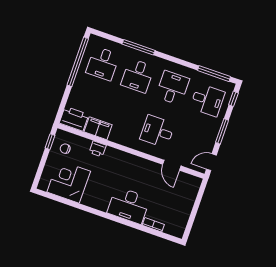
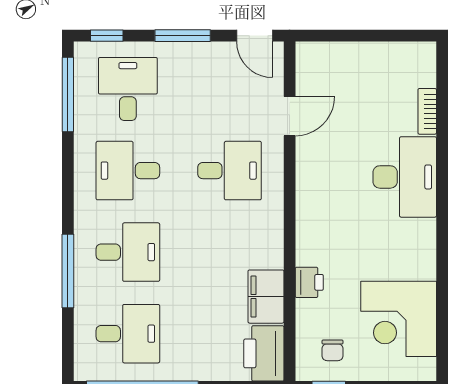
desk: (157, 131) -> (230, 171), turned -90

